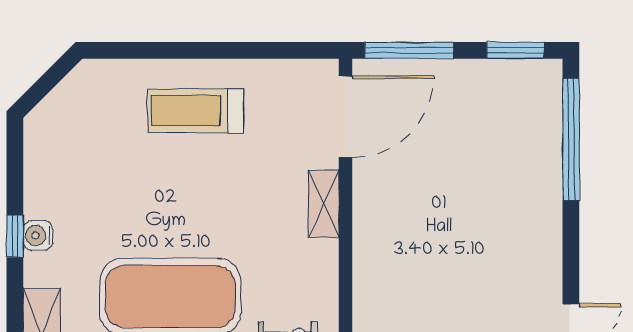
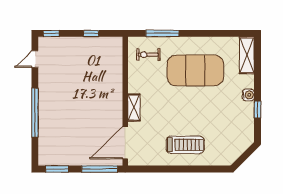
window: (571, 139) -> (35, 113), moved
window: (15, 236) -> (258, 109), moved

